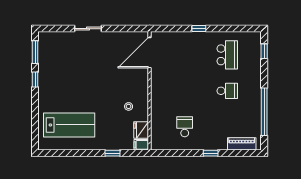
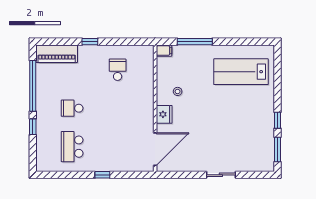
window: (264, 51) -> (33, 127), moved
school desk: (185, 127) -> (118, 70), turned 180
fridge: (141, 130) -> (164, 114), moved
piano: (242, 144) -> (57, 54), width x1.37, depth x1.33
window: (112, 153) -> (195, 42), width x2.17

